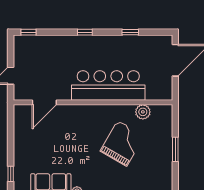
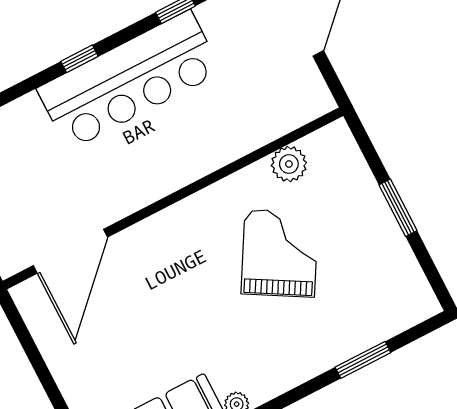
bar counter: (108, 85) -> (129, 80), moved, turned 180
door: (44, 102) -> (70, 251), width x1.36

